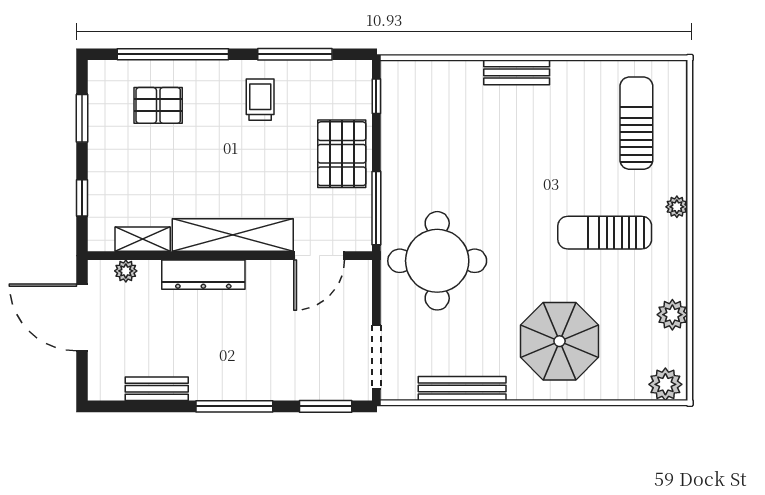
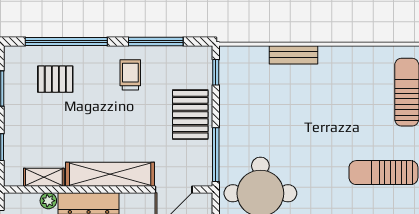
bench: (517, 72) -> (294, 55), moved
plant: (126, 271) -> (48, 201), moved

